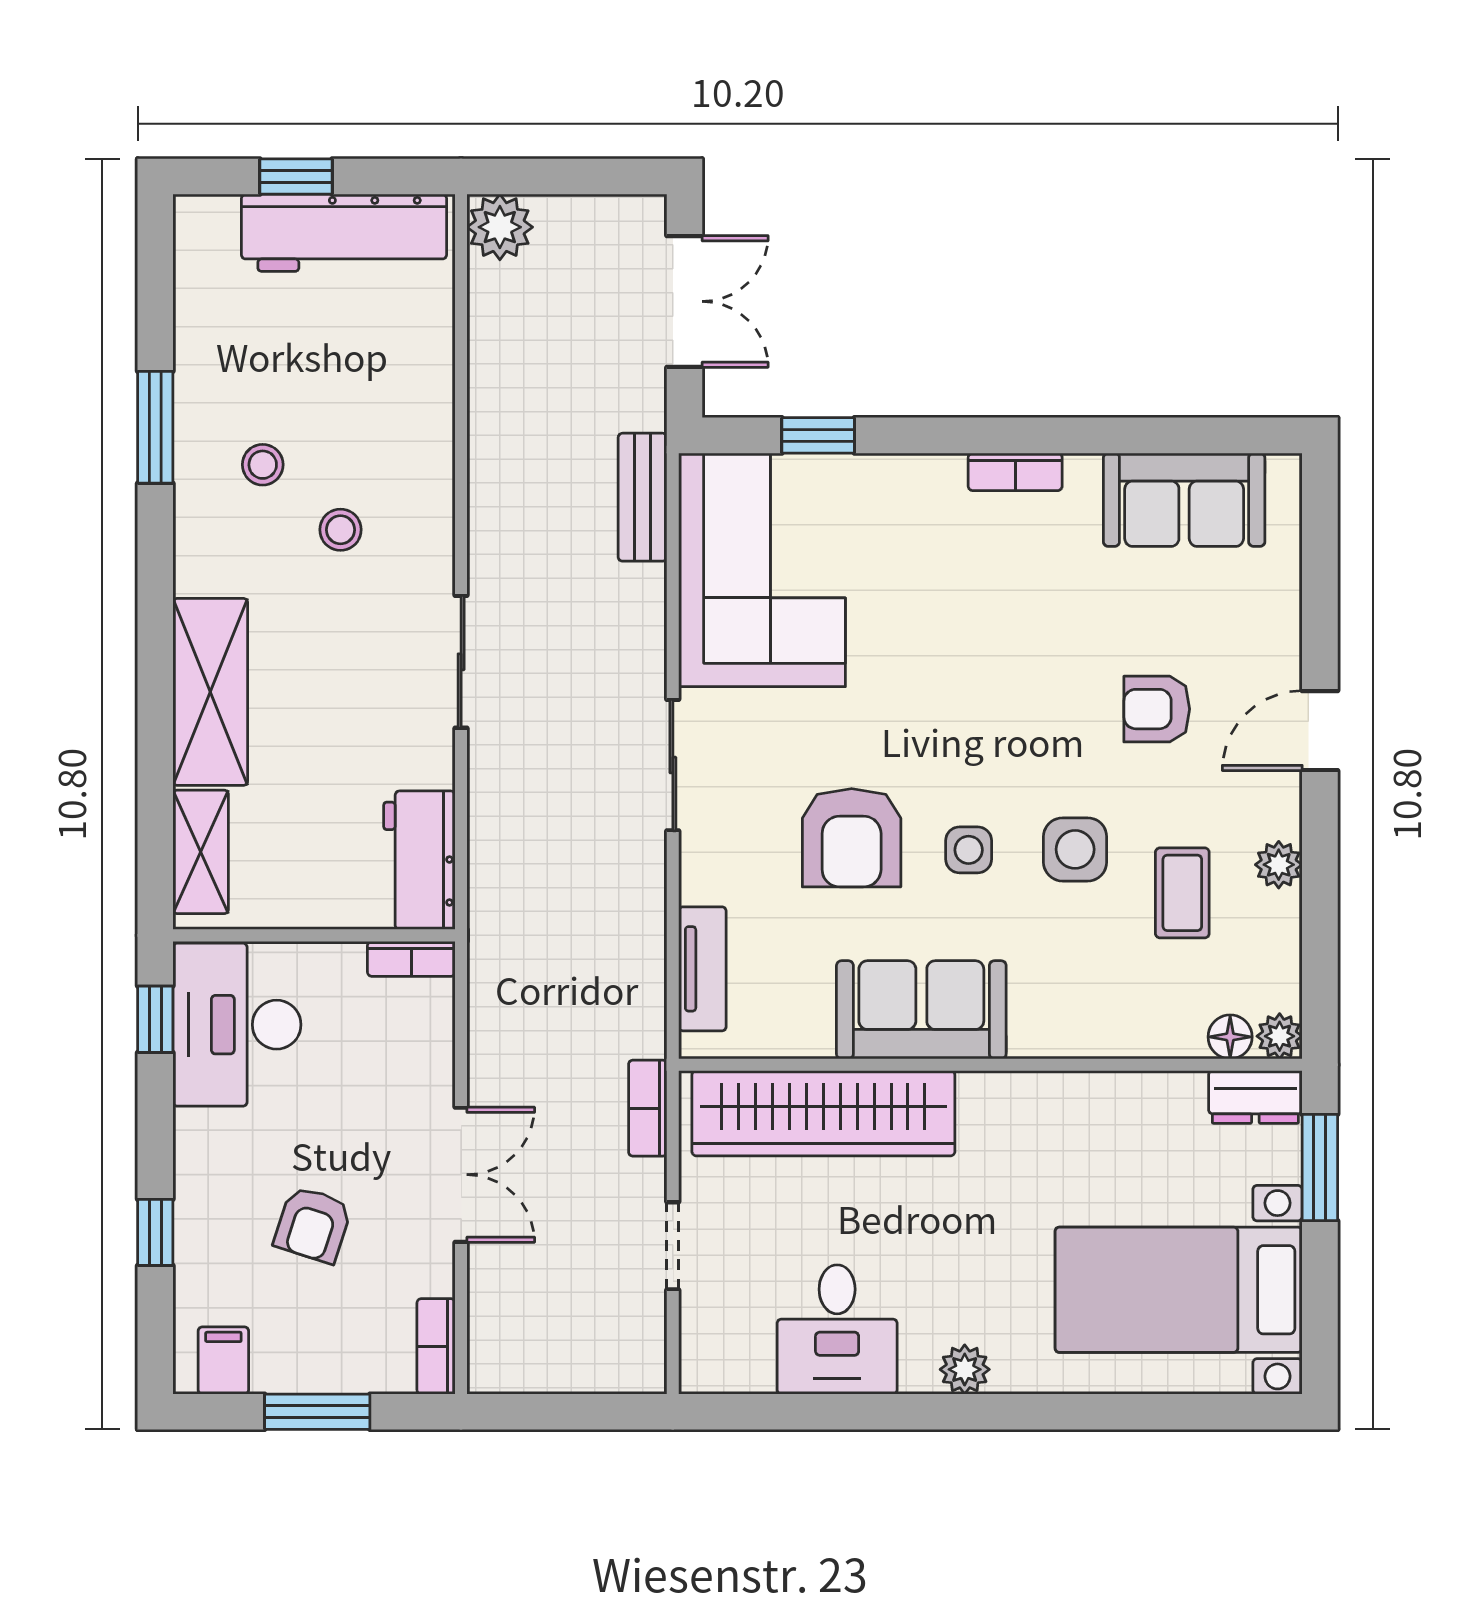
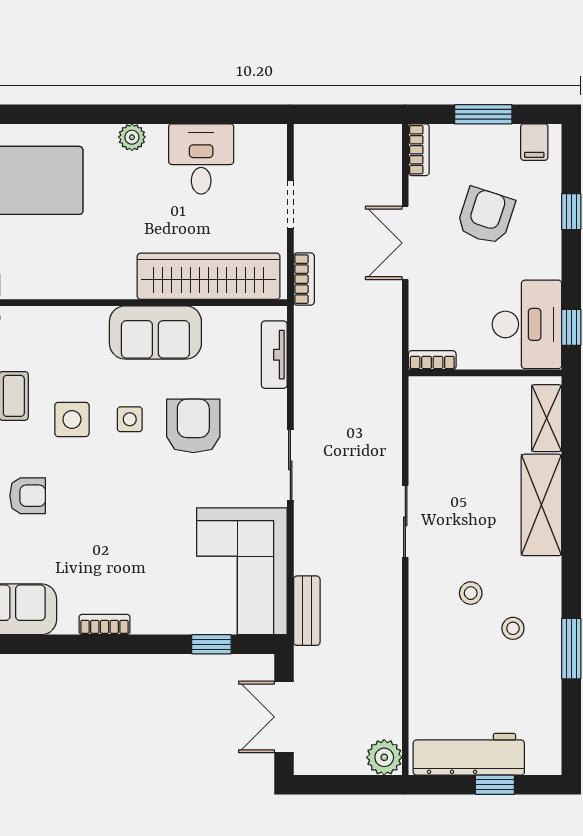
workbench: (419, 860) -> (428, 414), removed
armchair: (313, 1225) -> (486, 216), width x1.38, depth x1.38

